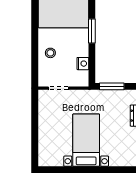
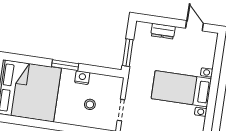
stool: (50, 53) -> (90, 104), moved
nightstand: (83, 64) -> (82, 78), moved

